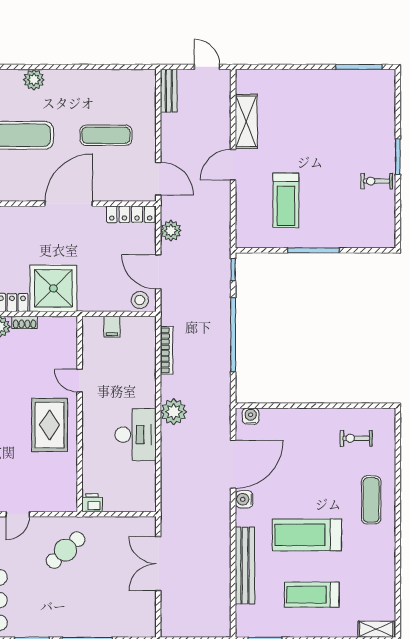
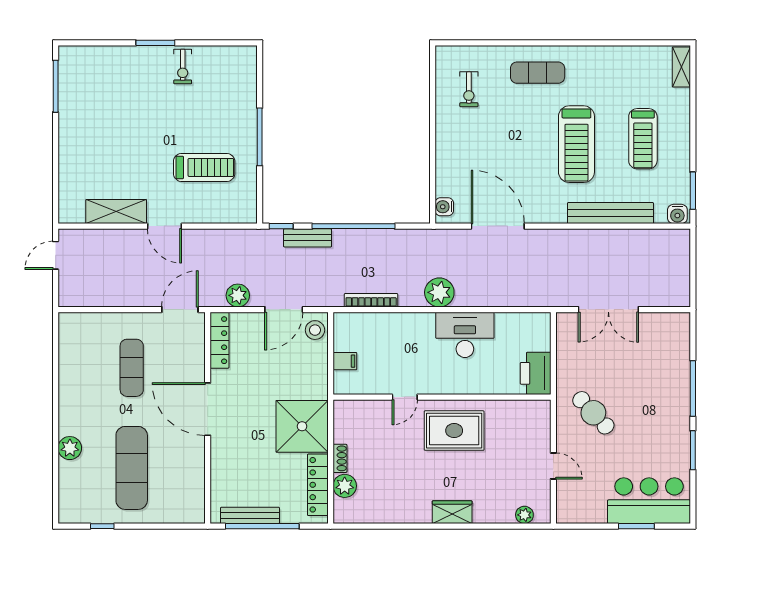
bench: (169, 91) -> (308, 238), moved
water cooler: (244, 499) -> (677, 214), moved
printer: (92, 503) -> (536, 373), width x1.87, depth x1.48

